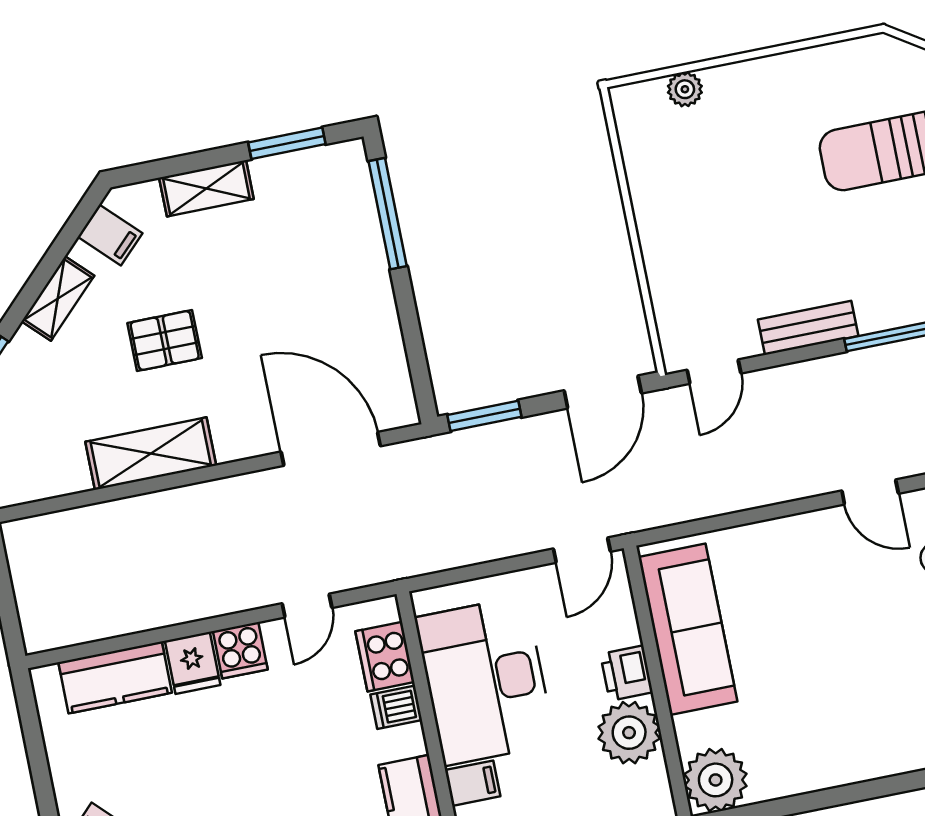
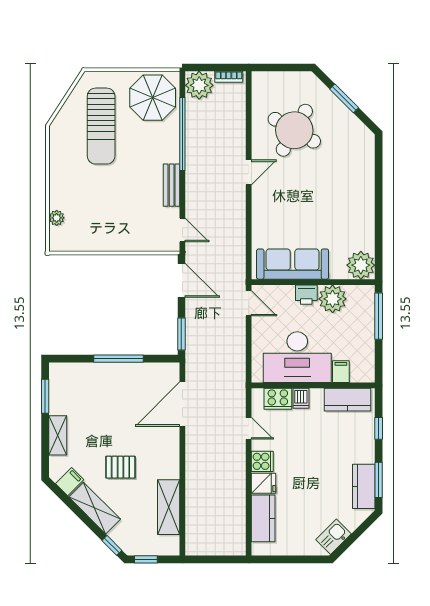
window: (388, 214) -> (118, 359), moved
shelving: (58, 298) -> (95, 508), width x1.50, depth x1.33
pallet: (165, 341) -> (120, 467), turned 90
shelving: (151, 454) -> (169, 507), moved

